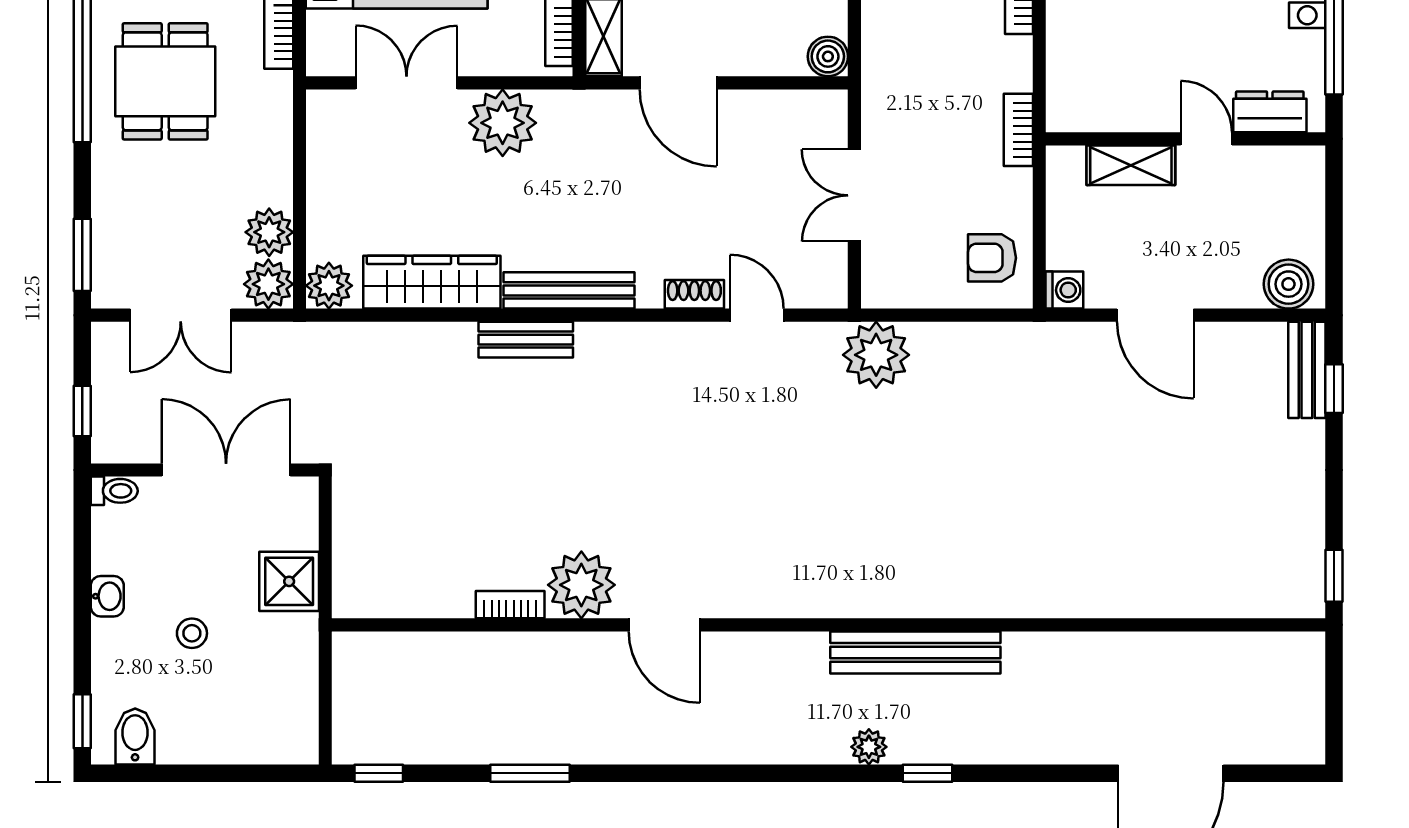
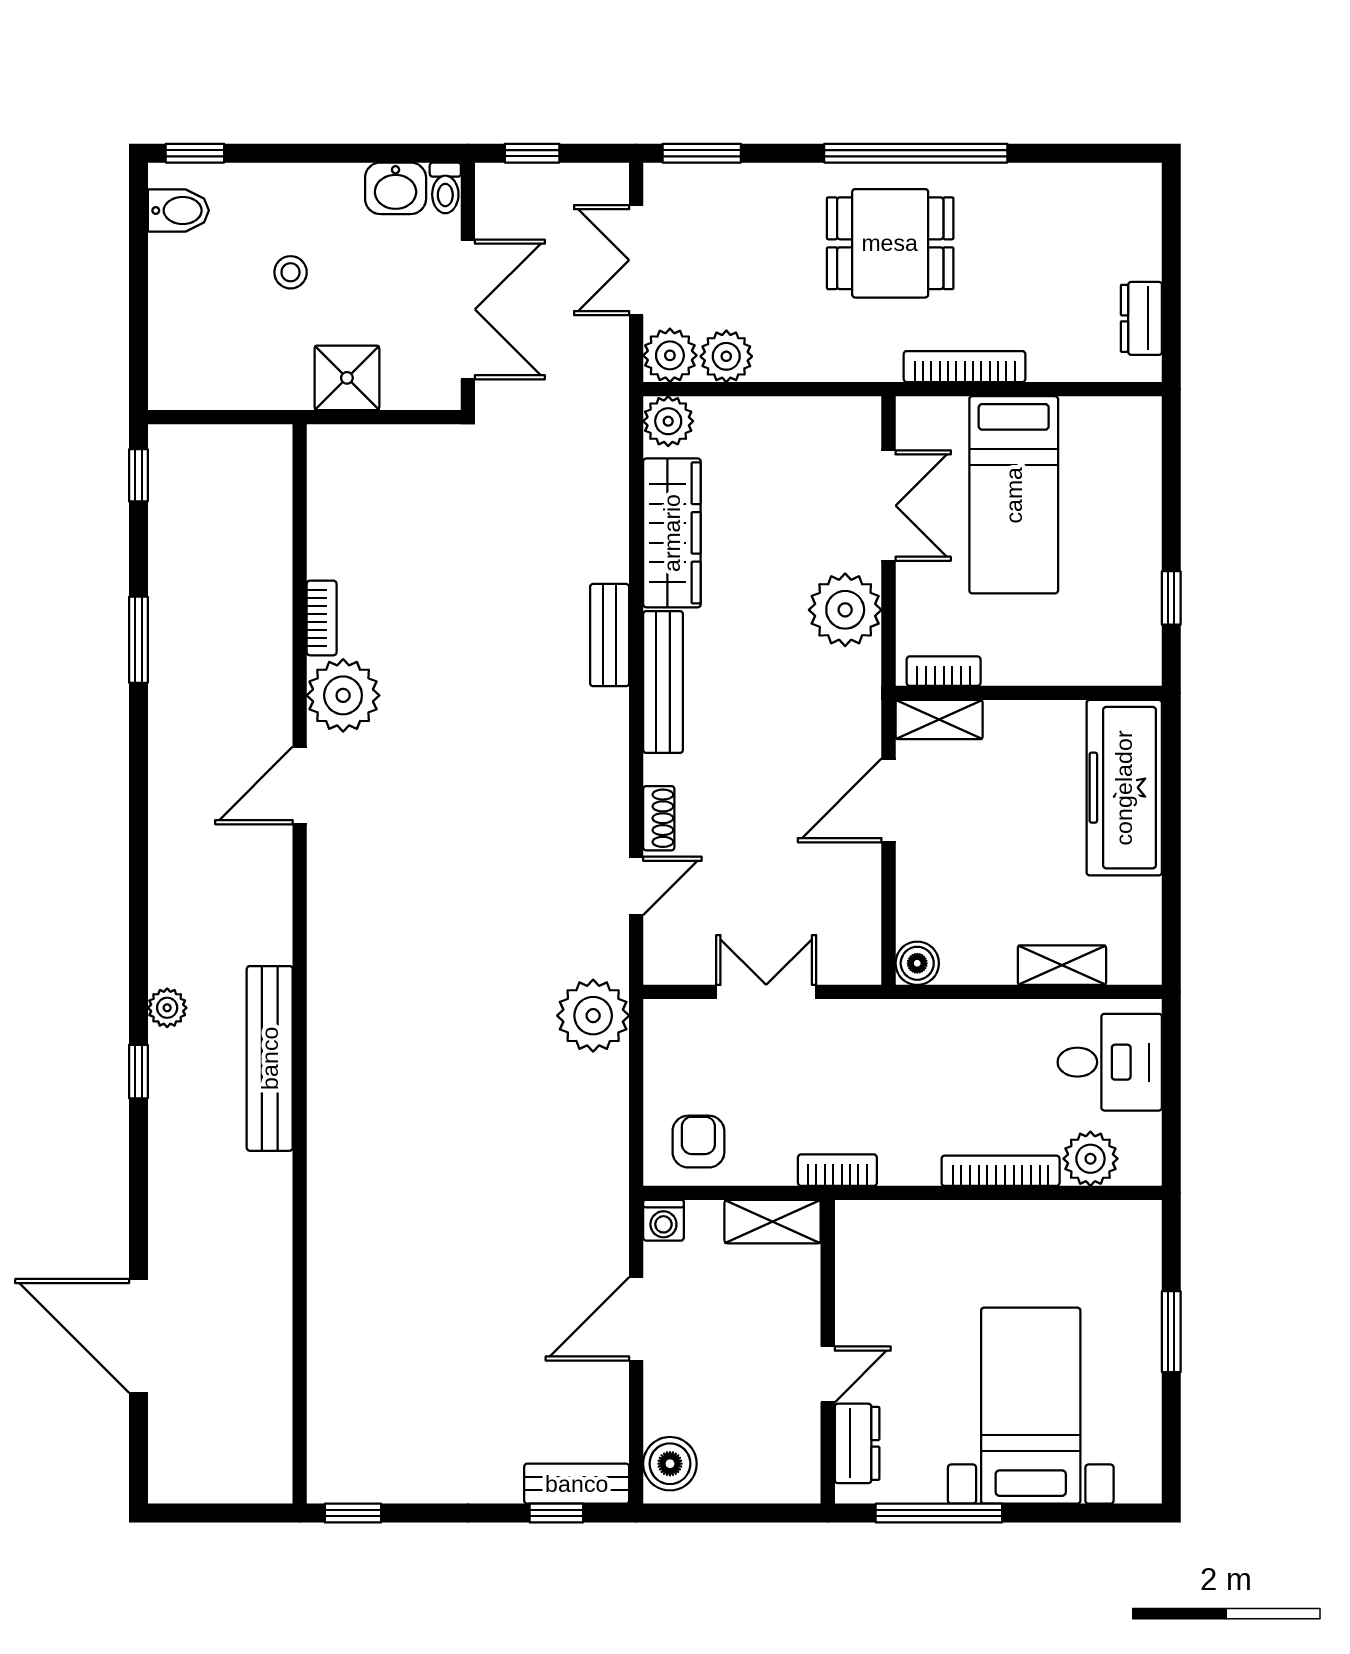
shelving: (1131, 165) -> (773, 1222), moved, turned 90
washbasin: (107, 596) -> (396, 188), moved, width x1.38, depth x1.45

